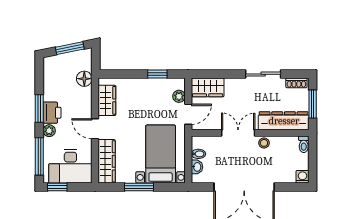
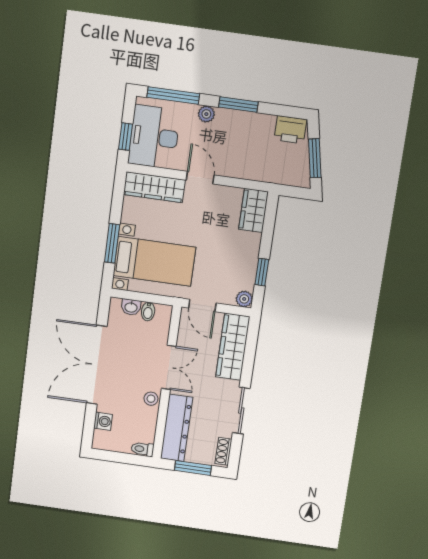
floor lamp: (84, 79) -> (270, 172), removed
wardrobe: (208, 87) -> (233, 347), width x1.50
plant: (179, 96) -> (244, 299), moved
wardrobe: (107, 100) -> (254, 210), moved, turned 90
printer: (52, 113) -> (290, 130), moved
door: (95, 129) -> (200, 178), hinge flipped
washing machine: (302, 177) -> (103, 421), moved
window: (57, 187) -> (126, 137), moved
window: (139, 187) -> (112, 243), moved

